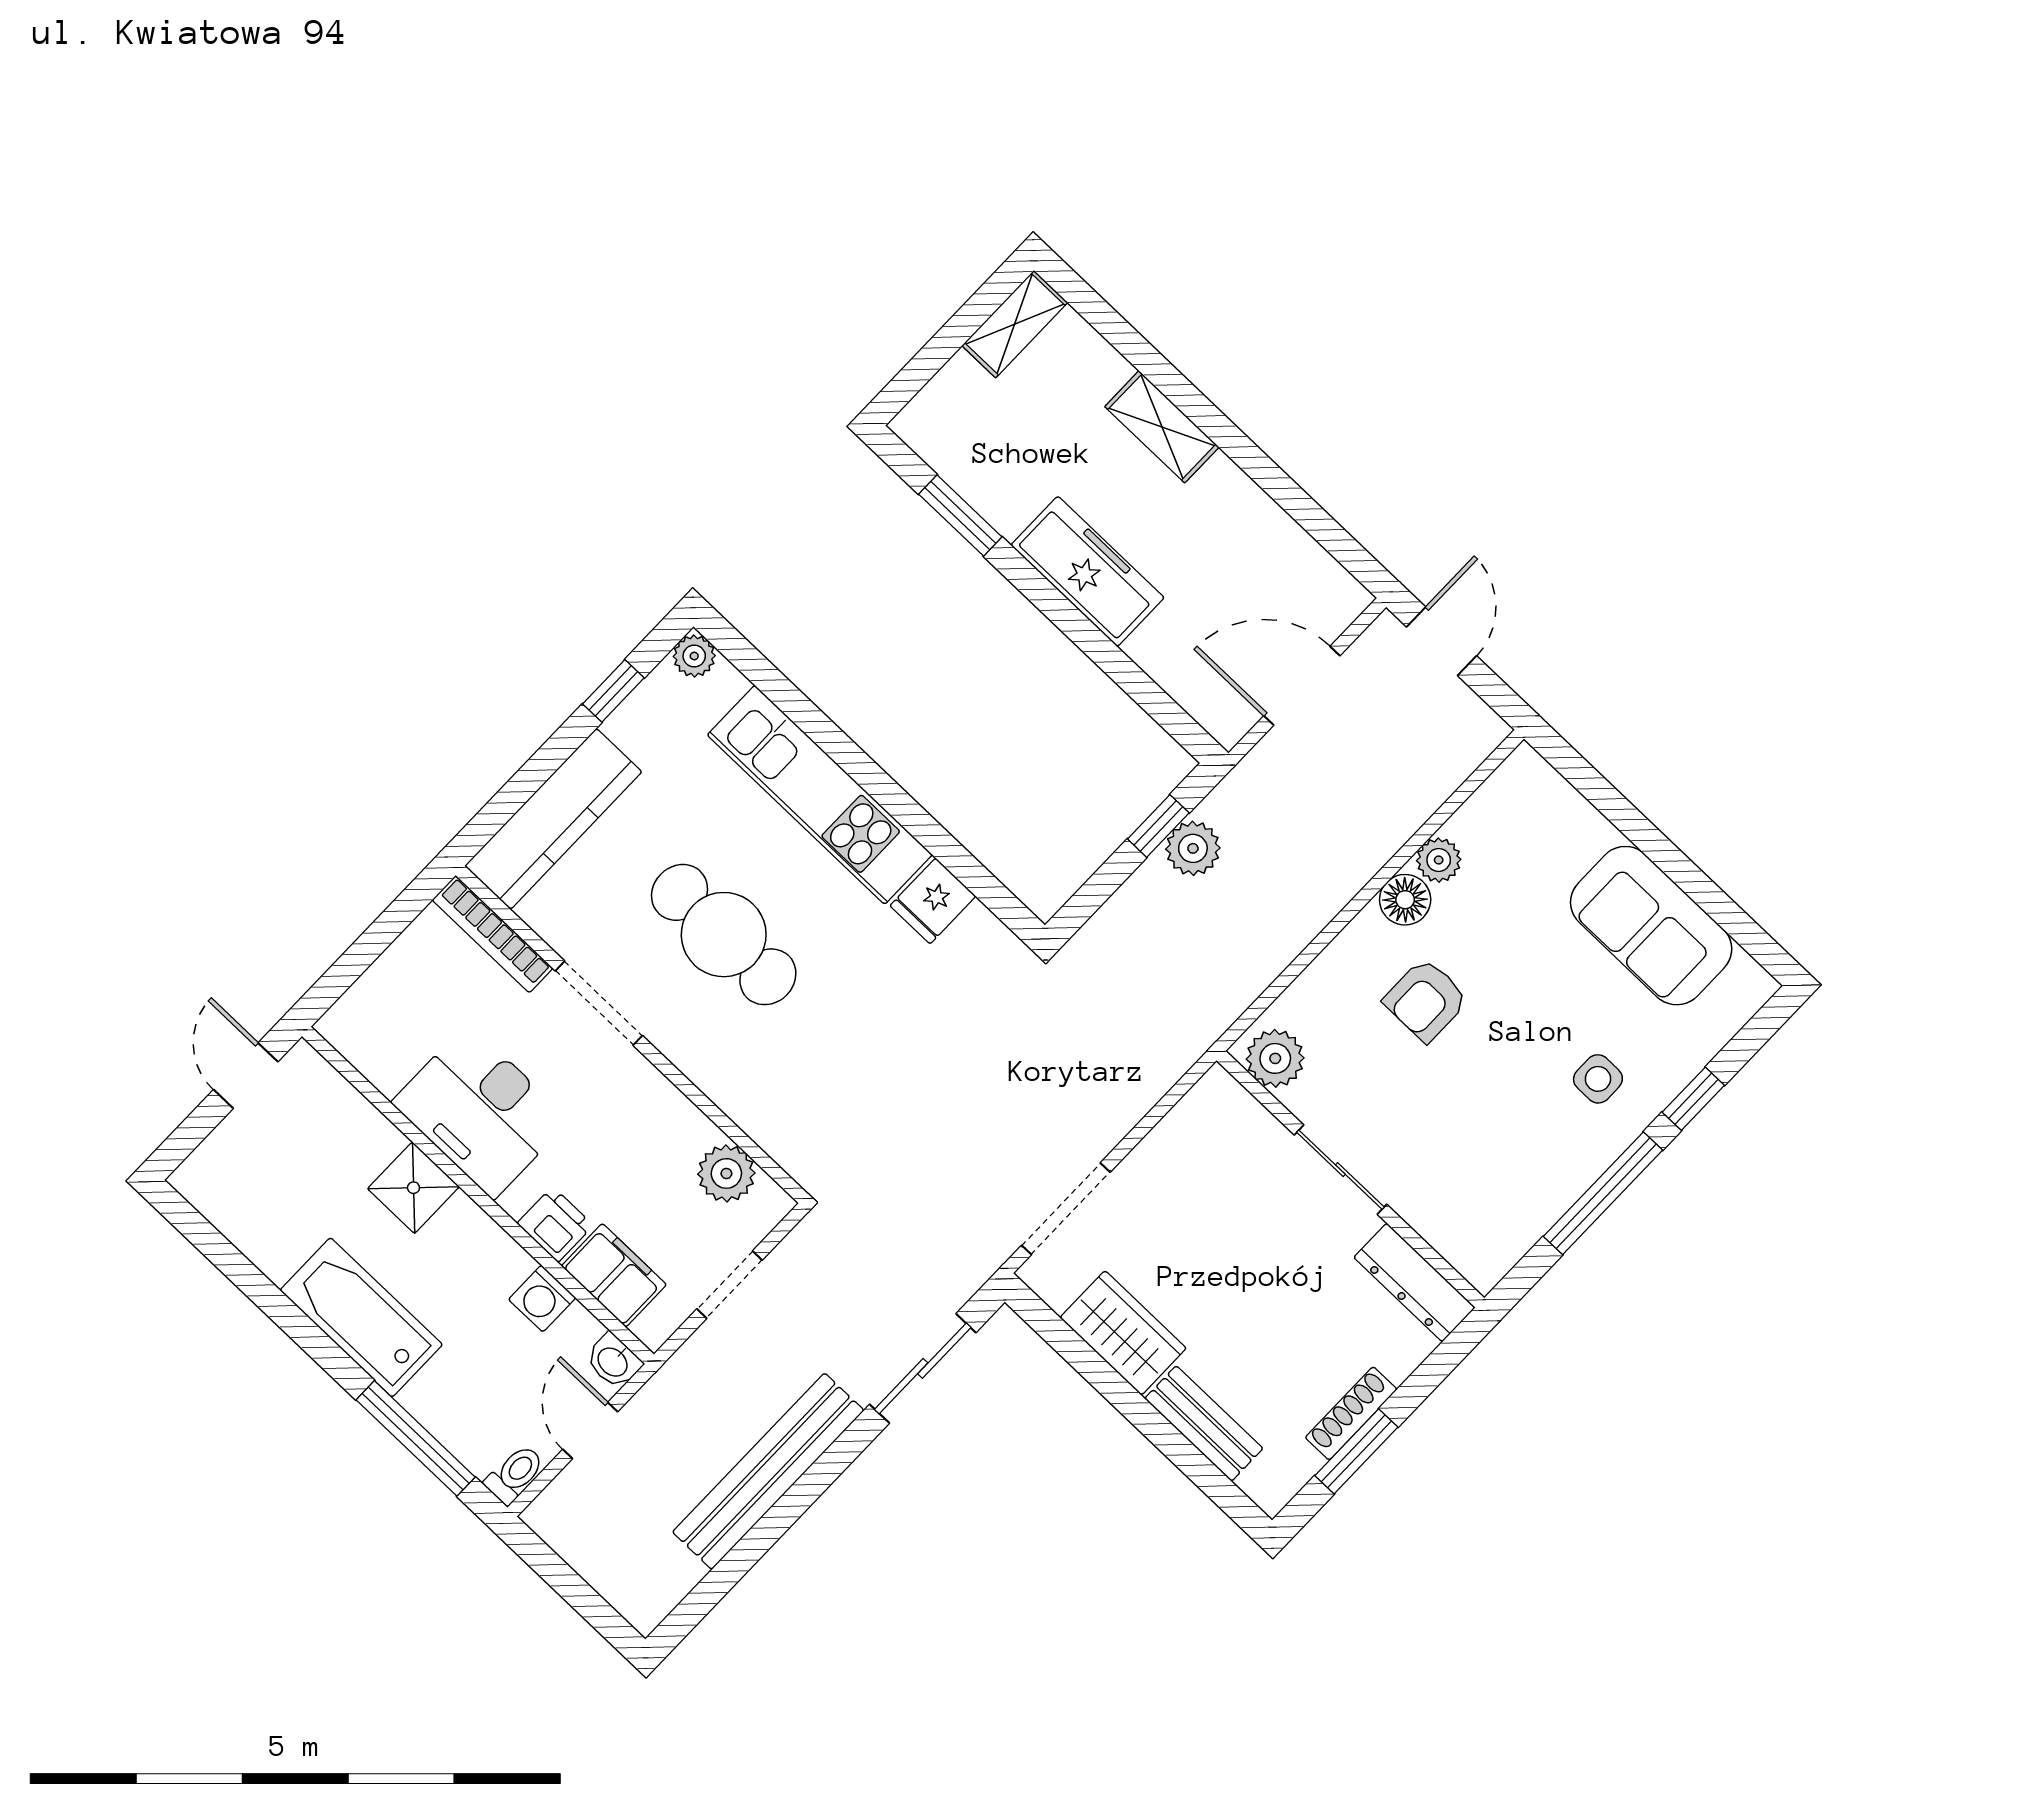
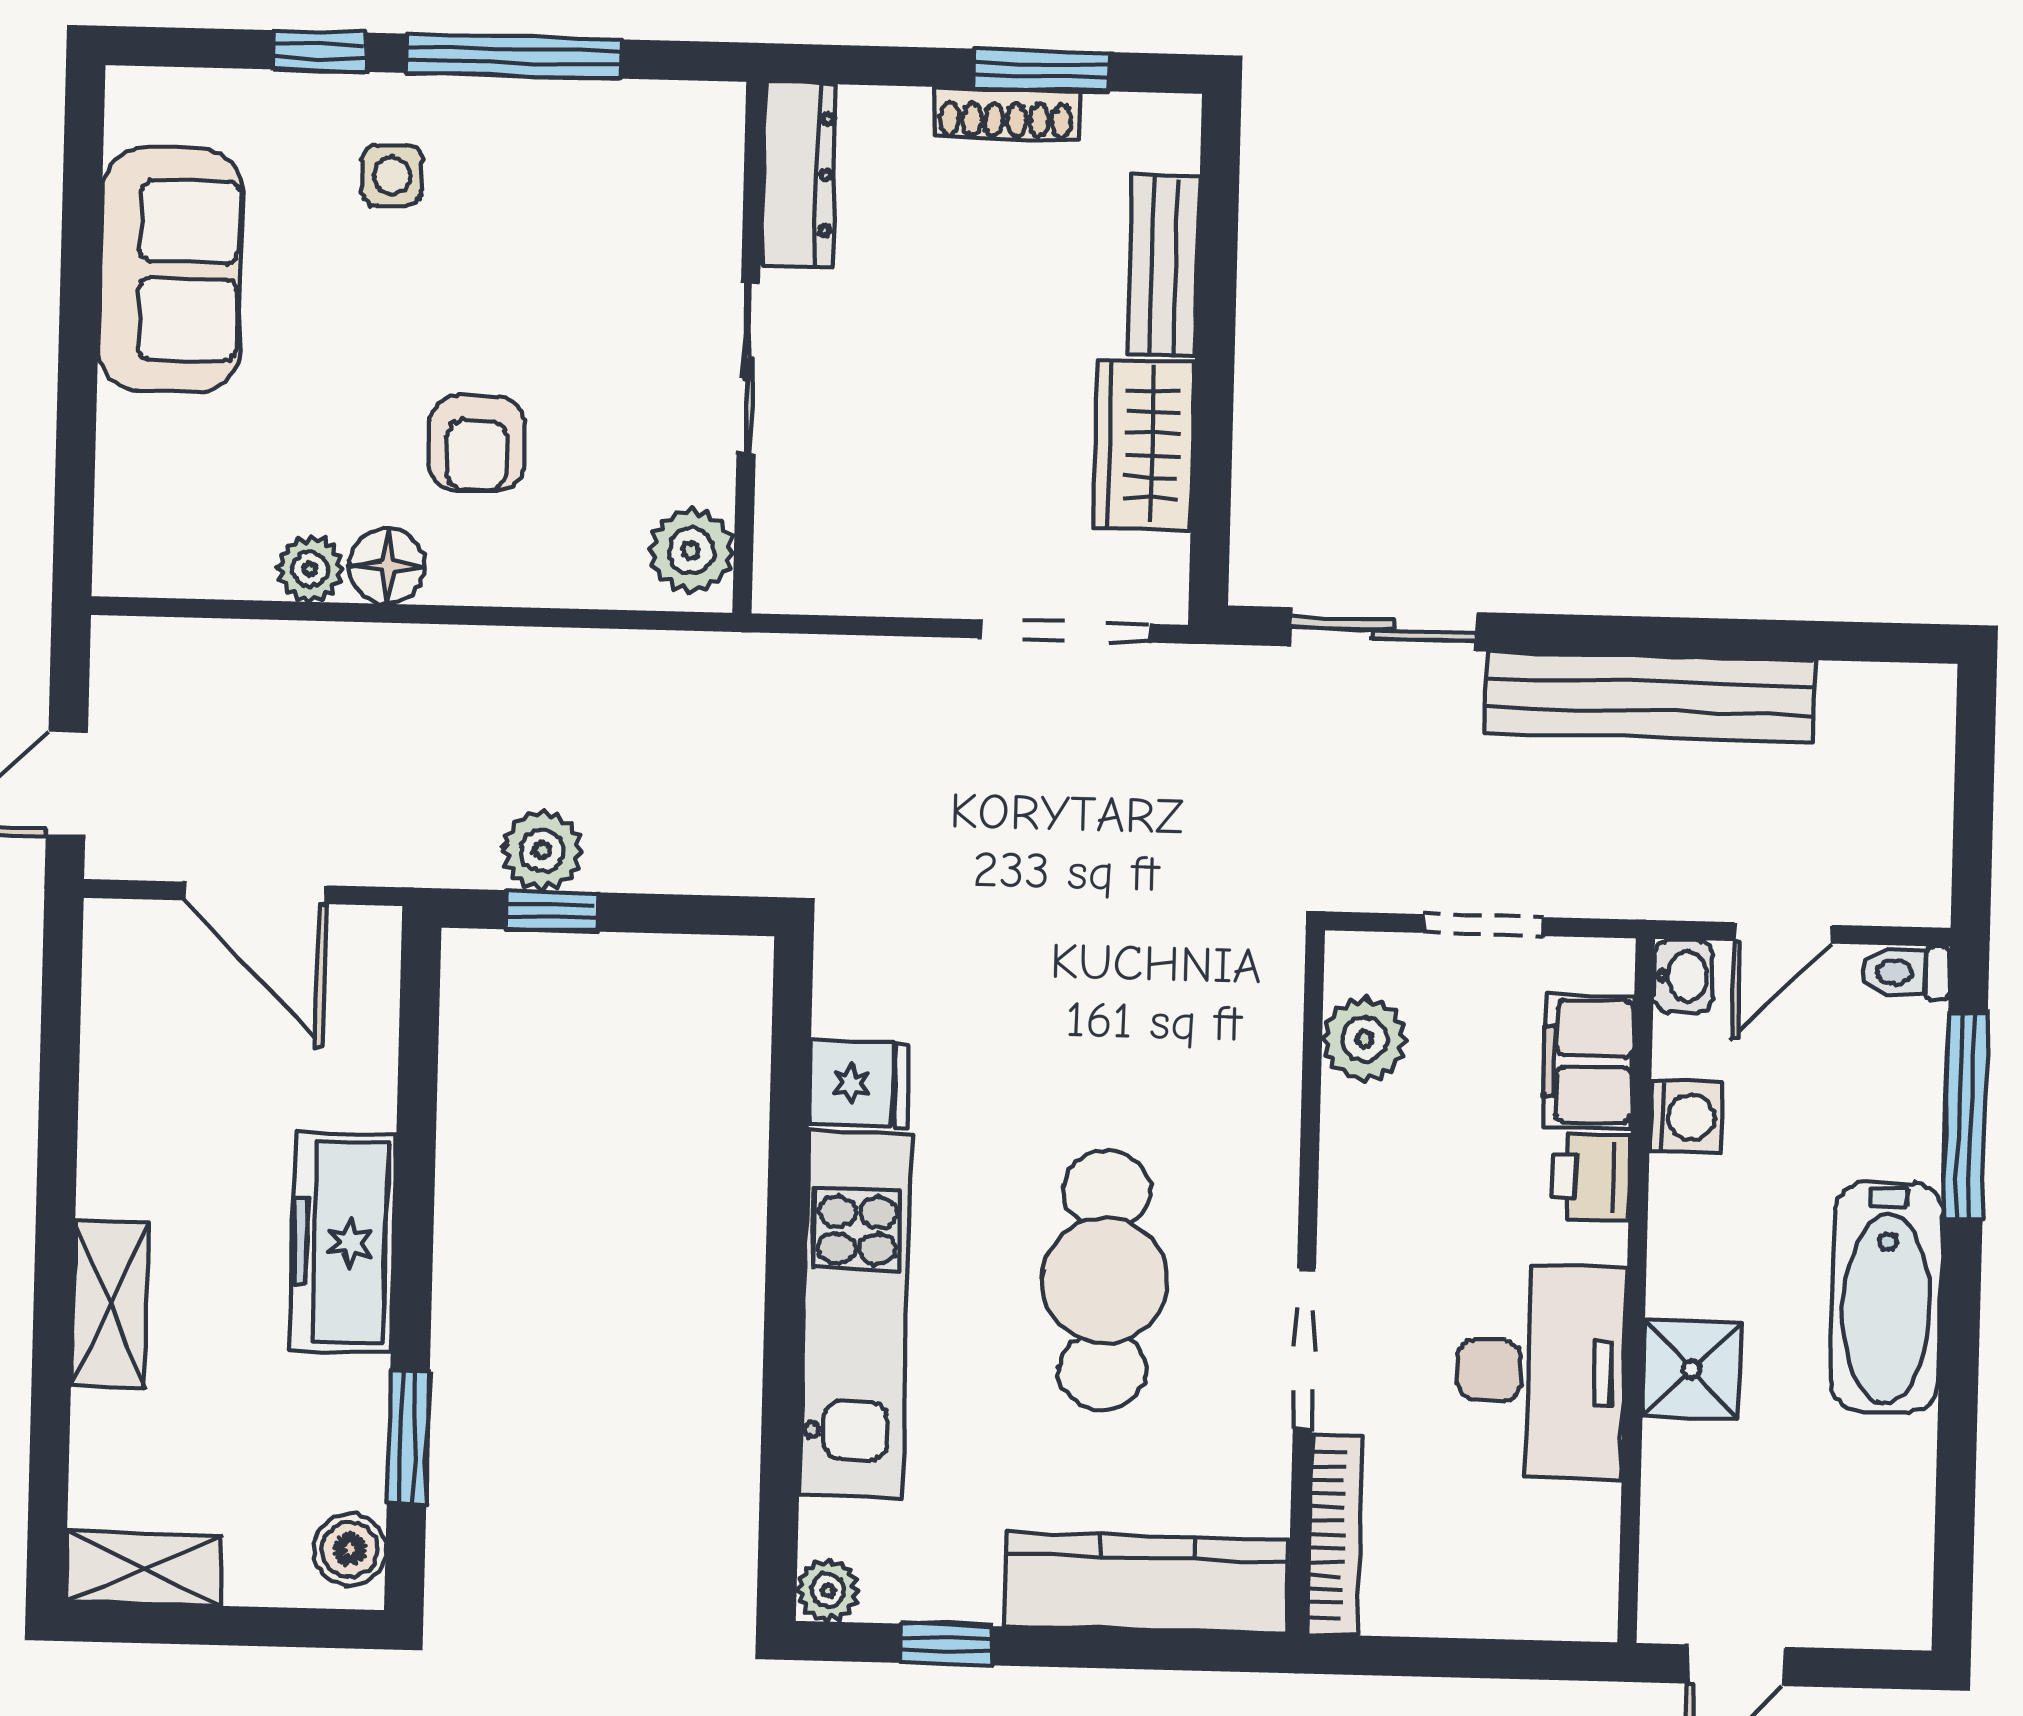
boiler: (931, 436) -> (350, 1550), added
armchair: (1426, 1000) -> (477, 443), turned 90

